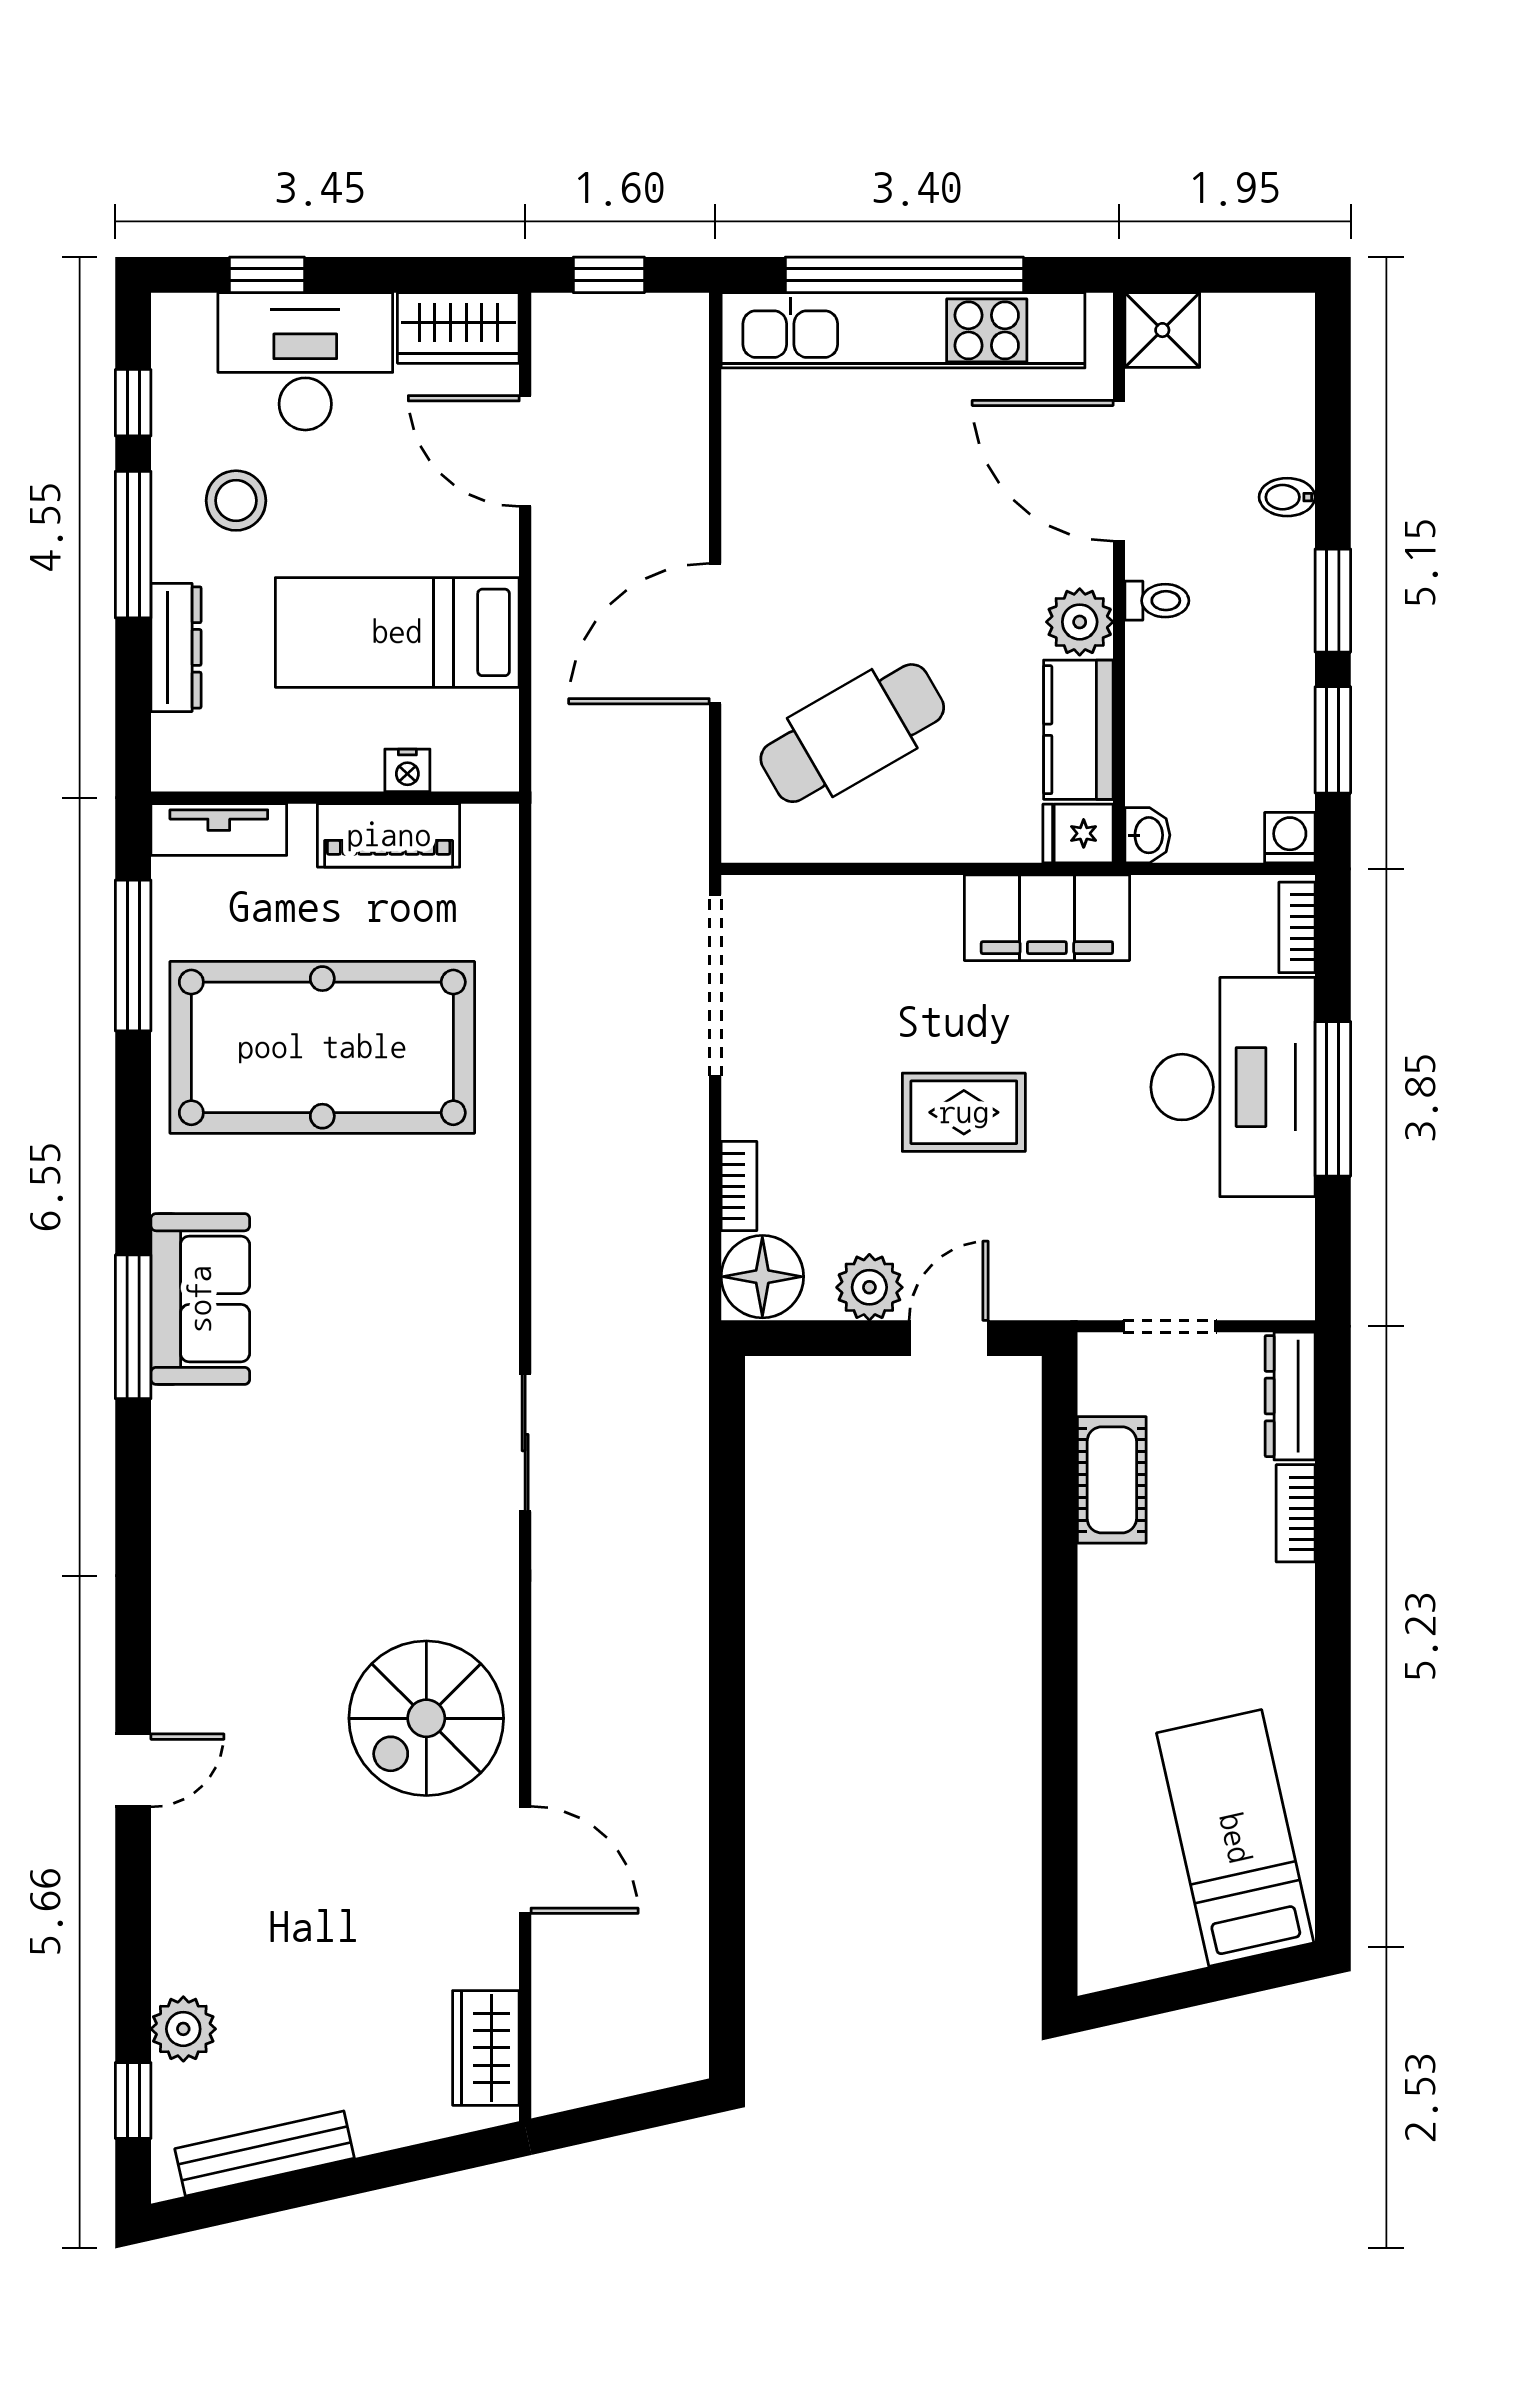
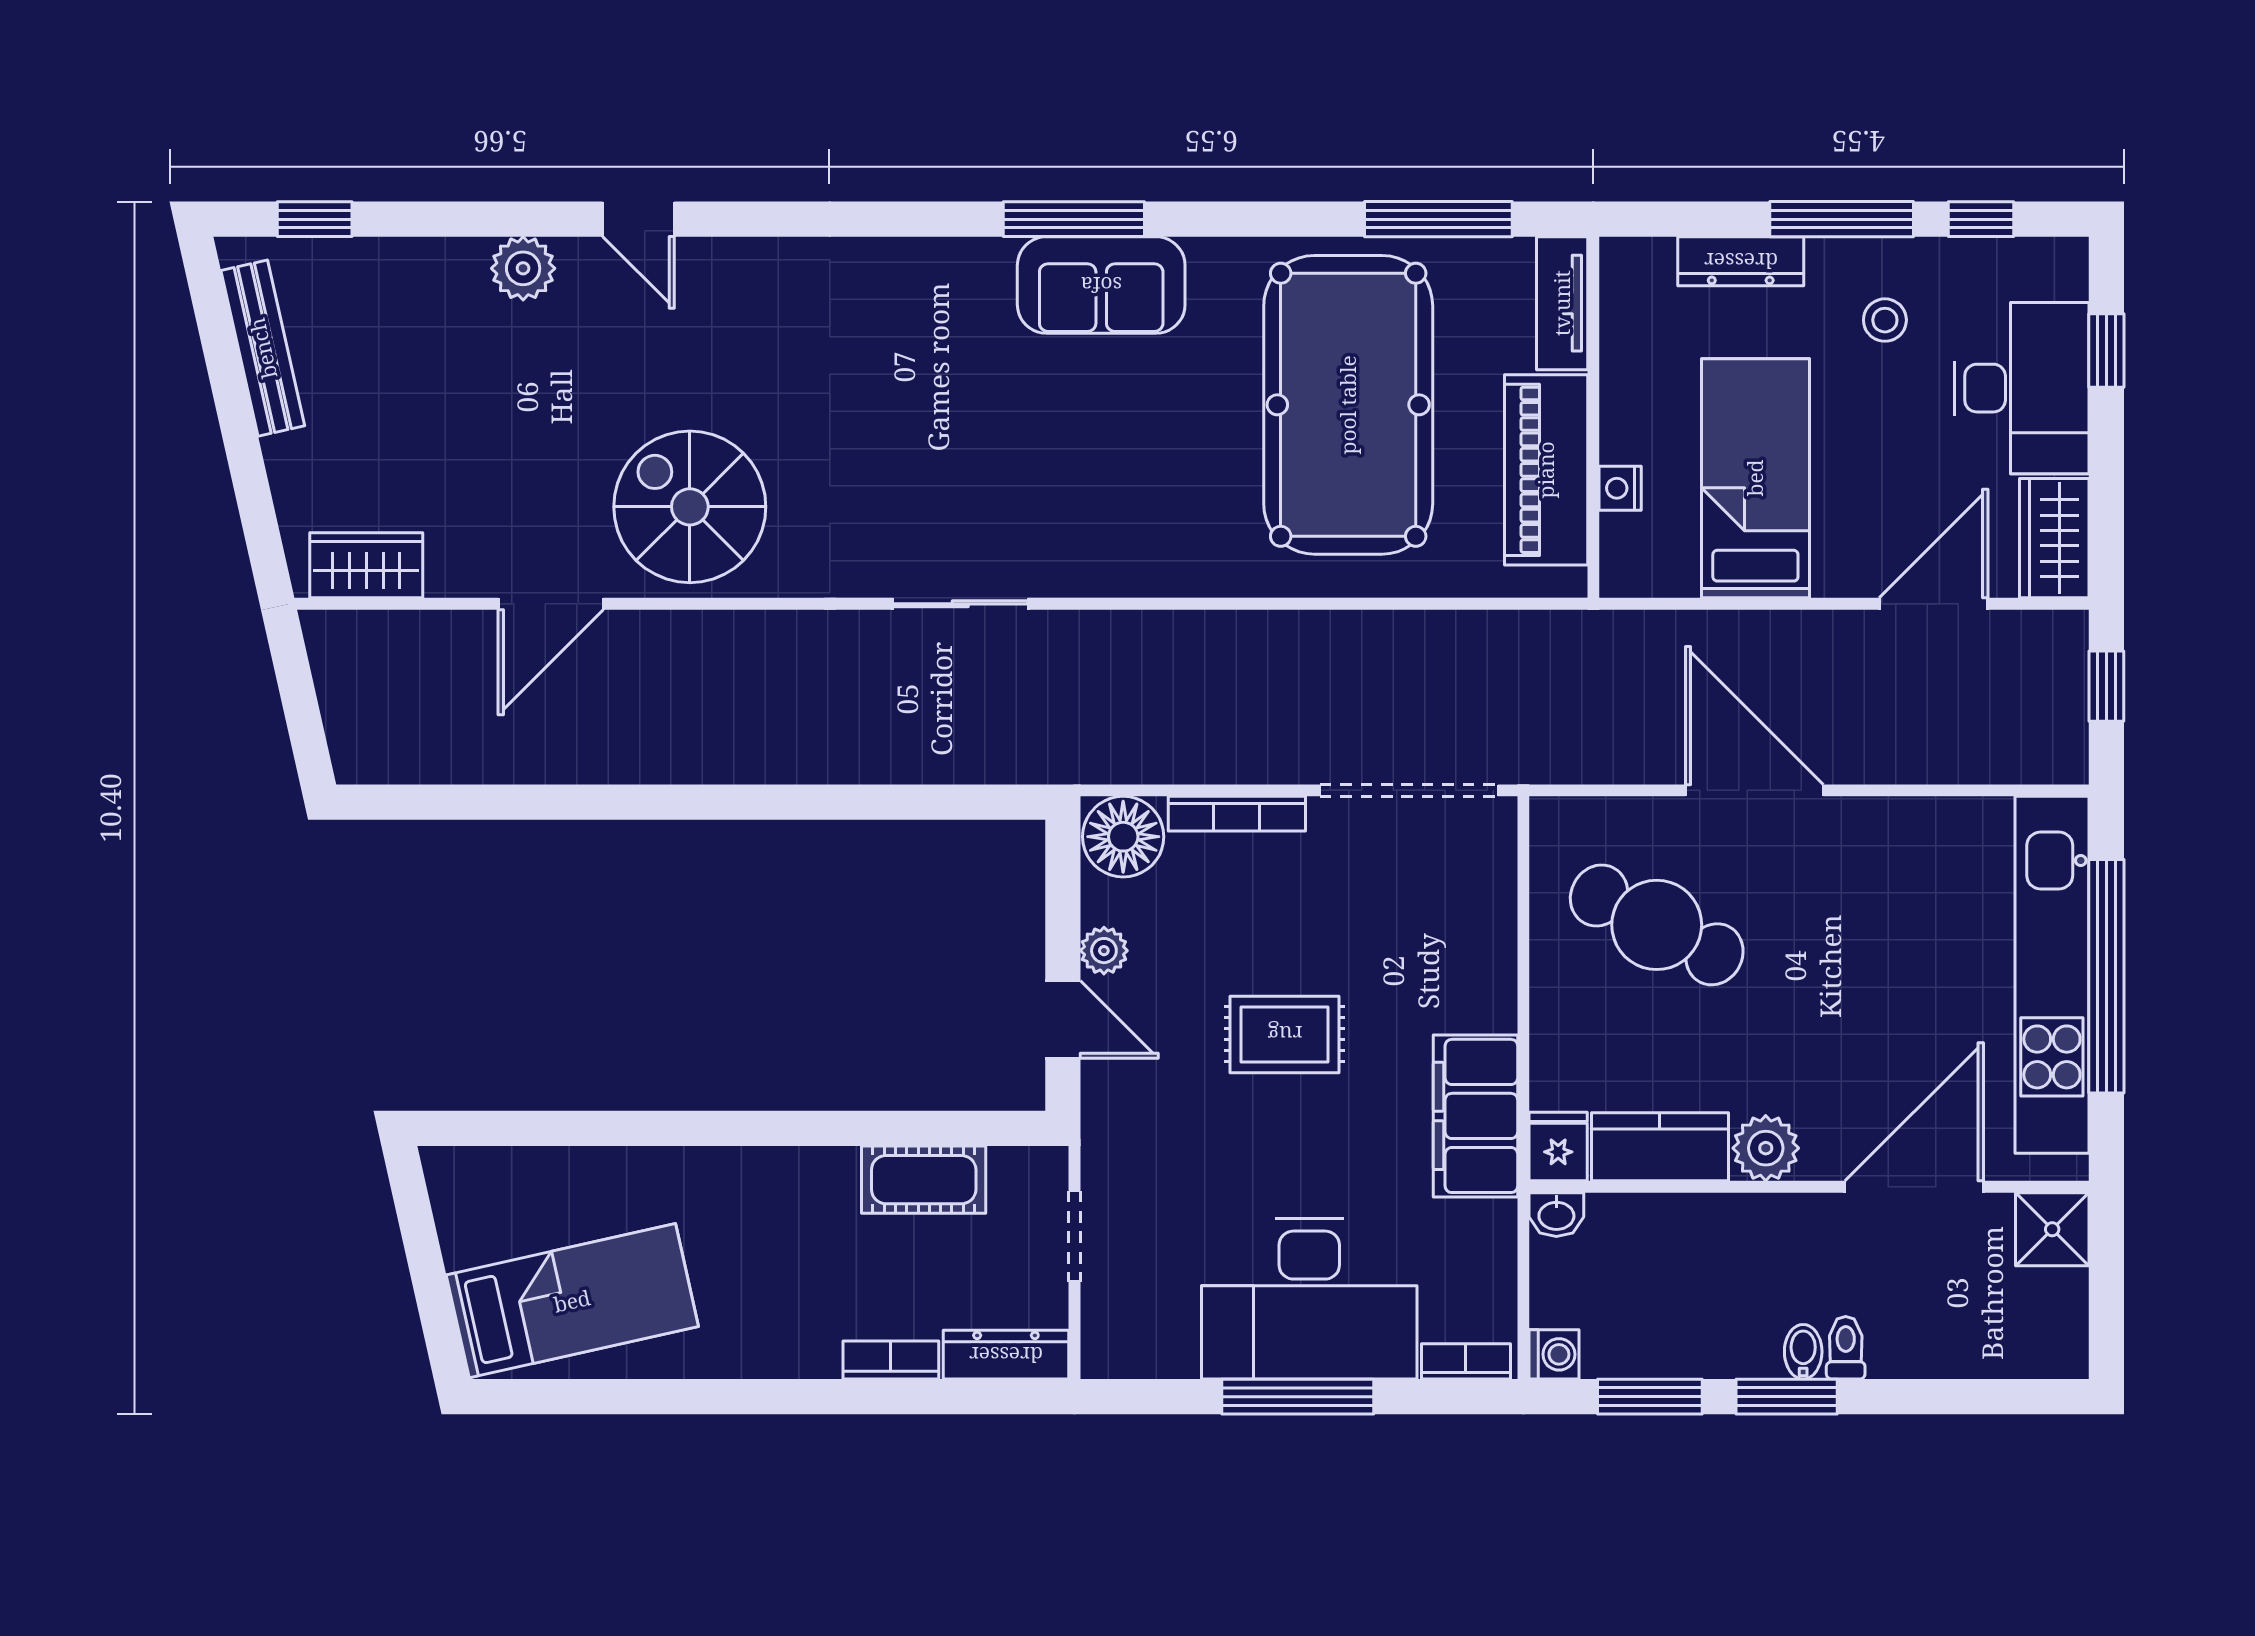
bidet: (1287, 497) -> (1803, 1352), moved
stool: (236, 501) -> (1885, 320), width x0.73, depth x0.73
toilet: (1157, 601) -> (1846, 1348), moved, turned 180
cafe table: (852, 733) -> (1657, 925), turned -33
piano: (389, 835) -> (1546, 470), width x1.37, depth x1.33
rug: (964, 1112) -> (1285, 1034), turned 90
bookcase: (739, 1186) -> (1237, 814), width x1.56
plant: (869, 1287) -> (1104, 951), width x0.73, depth x0.73
plant: (183, 2029) -> (523, 268), moved

